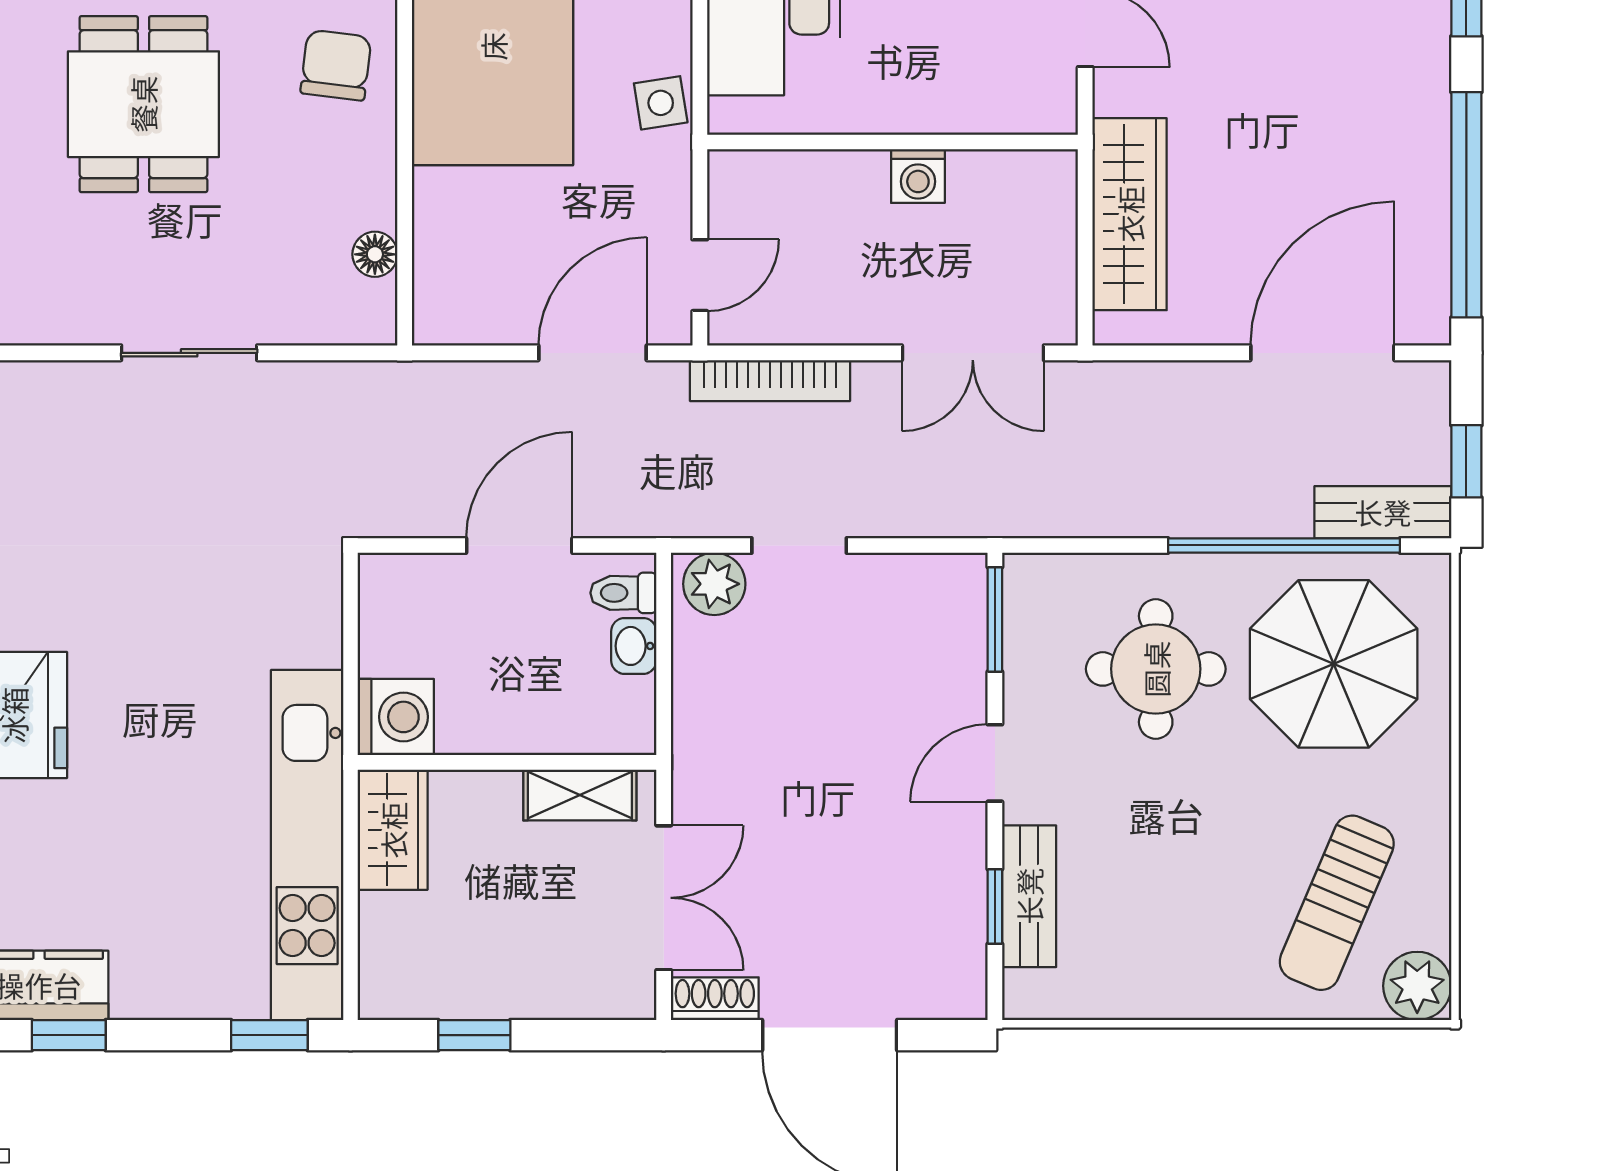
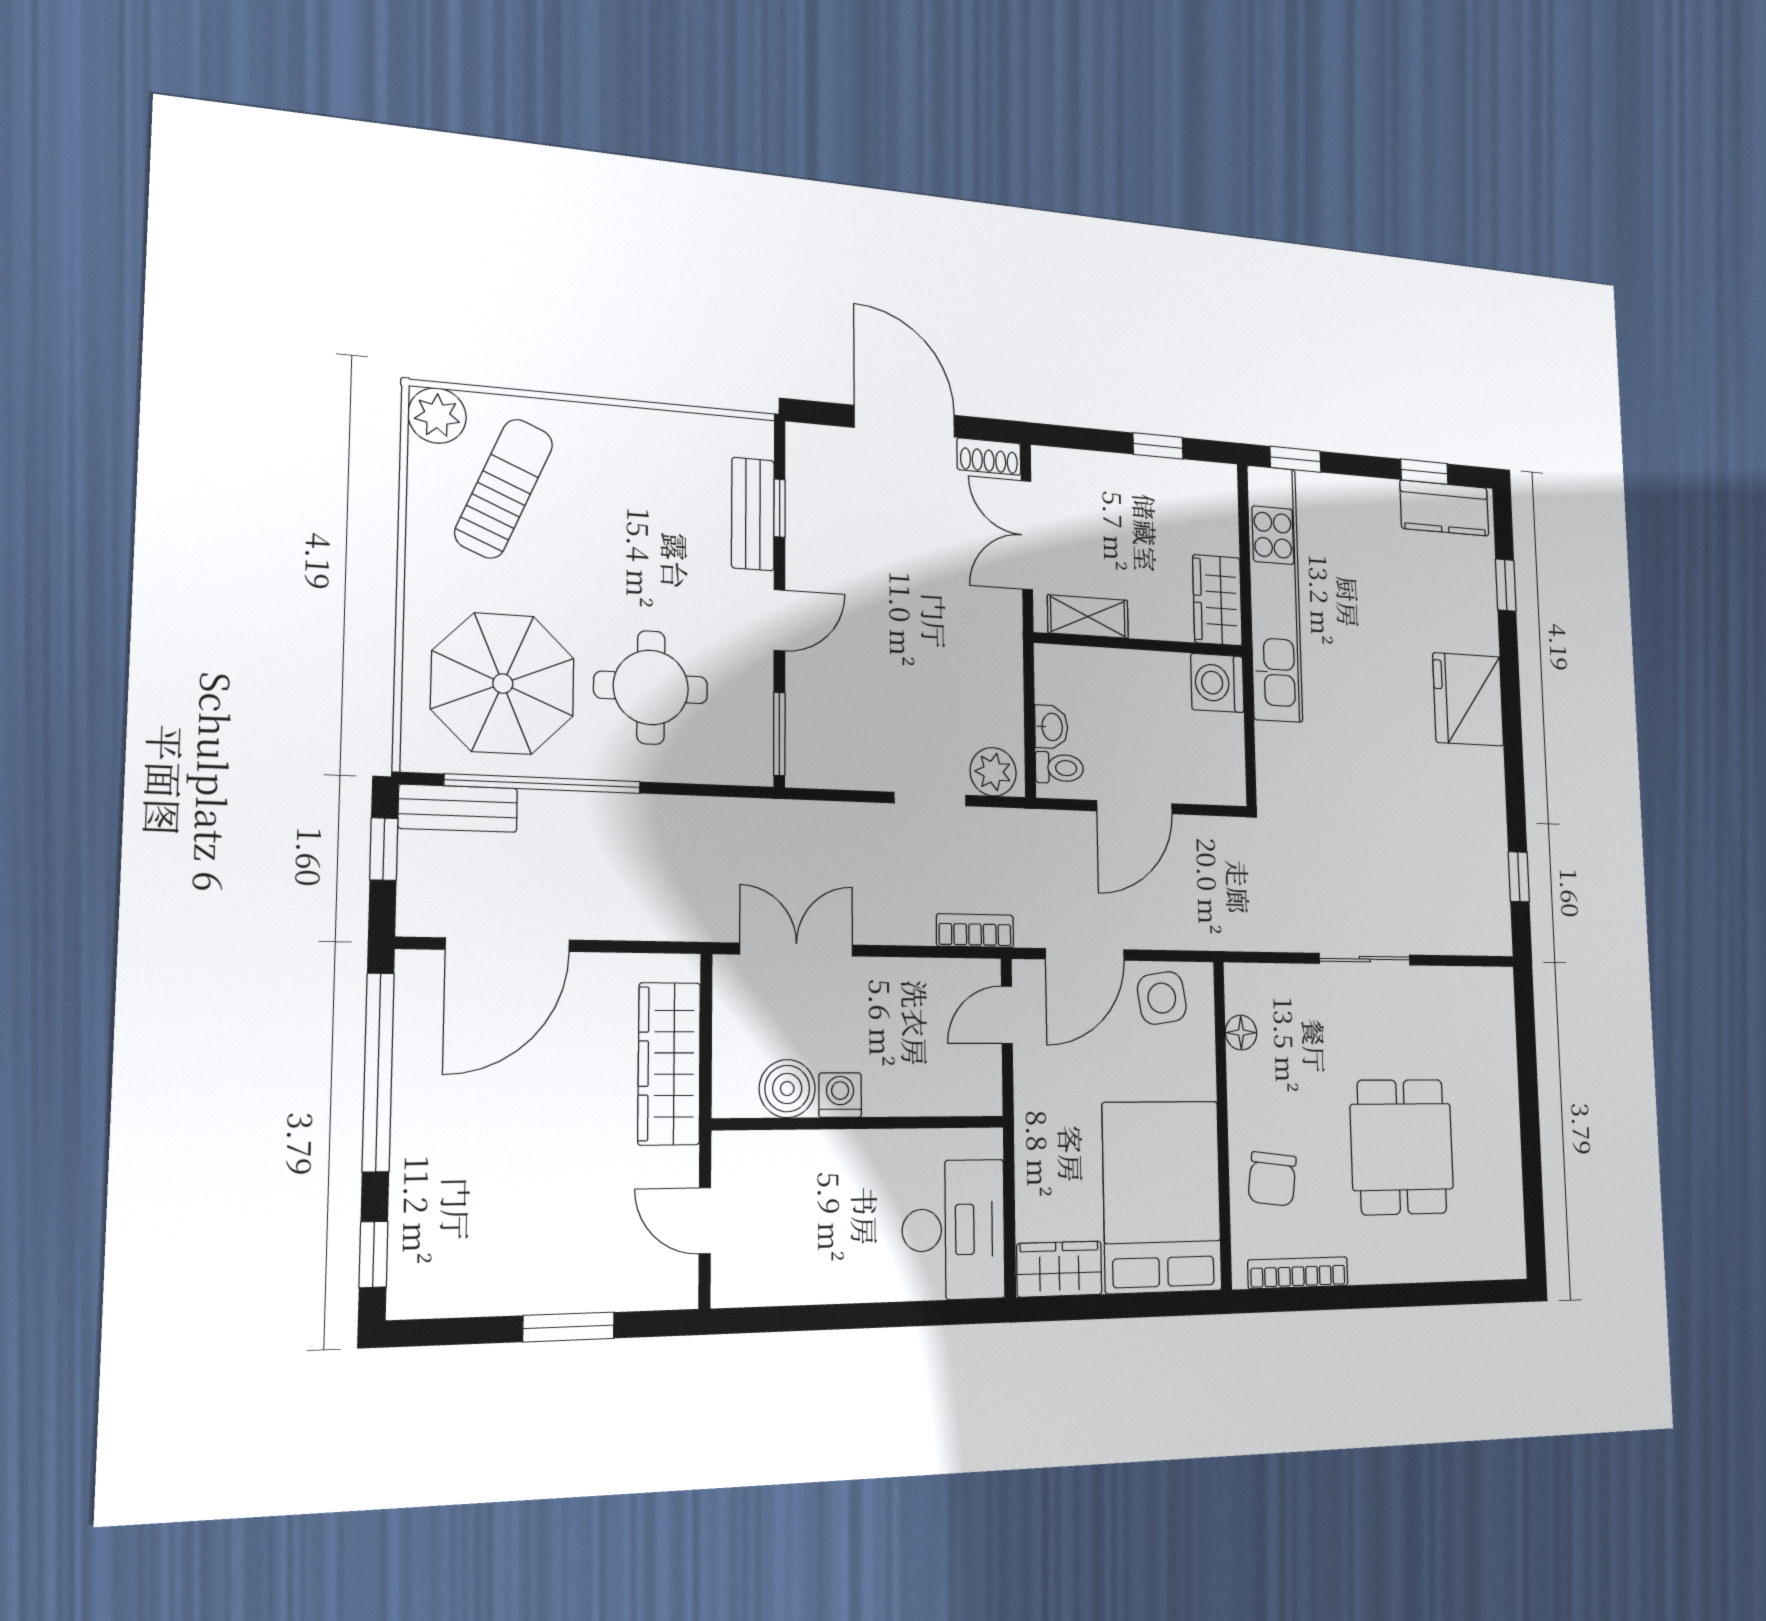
side table: (661, 103) -> (1162, 998), moved, width x1.37, depth x1.37
boiler: (985, 184) -> (787, 1089), added
bookcase: (770, 381) -> (975, 931), width x0.64

